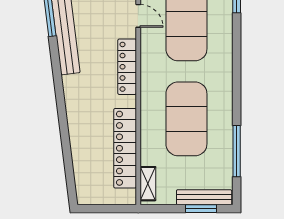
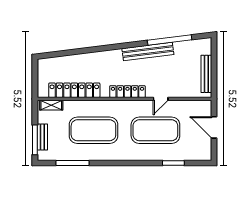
bench: (204, 197) -> (42, 137), width x0.73
window: (201, 209) -> (35, 140), width x1.44

